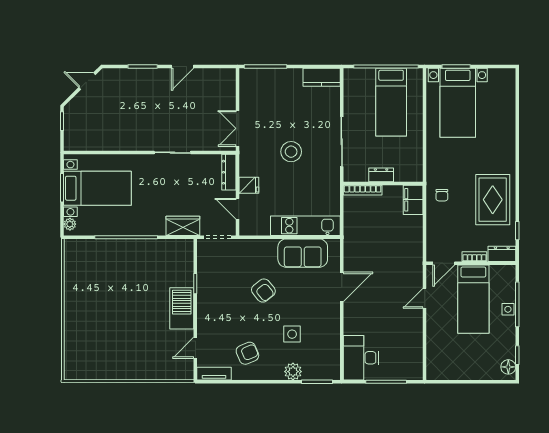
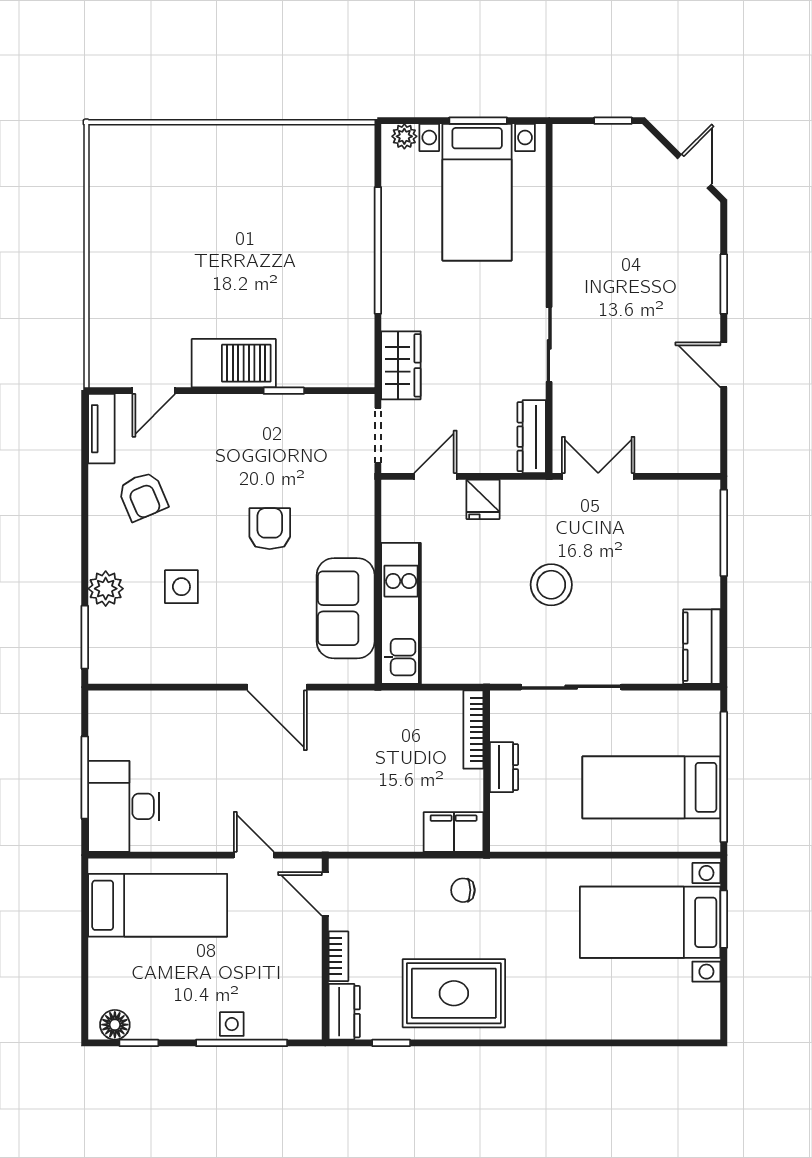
dresser: (229, 172) -> (532, 437), moved, turned -90
armchair: (263, 291) -> (270, 529), turned 129
bed: (473, 299) -> (158, 905), moved, turned 180
door: (195, 348) -> (154, 391), swing flipped
desk: (361, 358) -> (124, 806), moved, turned -90

